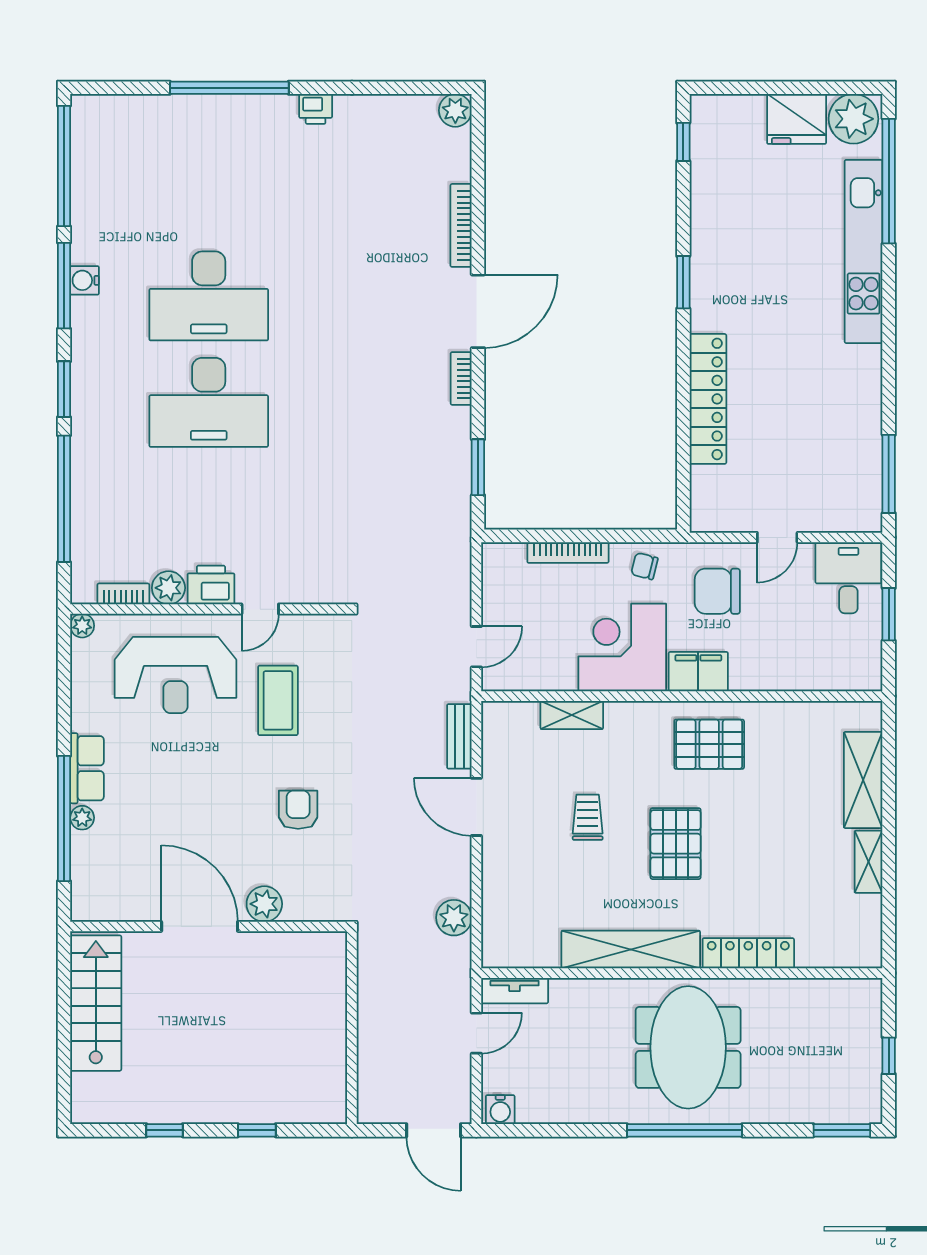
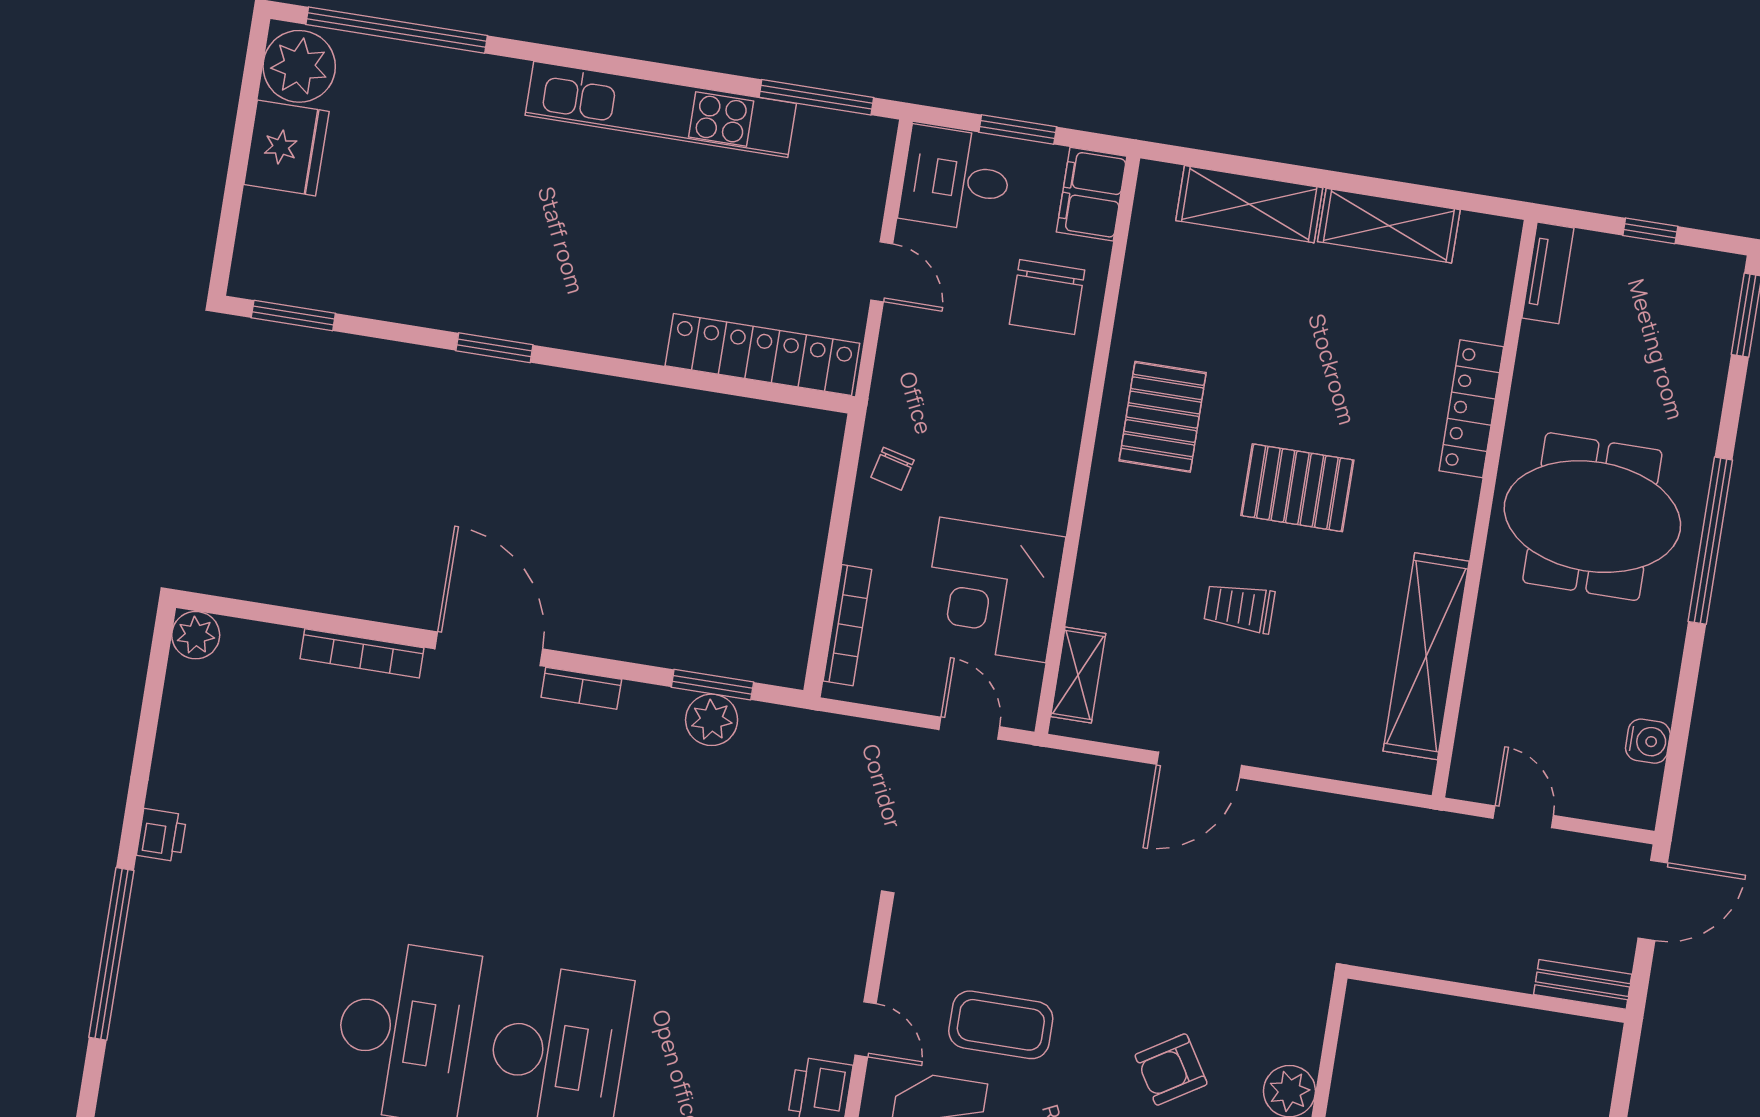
window: (683, 142) -> (293, 316), width x1.50
kitchen unit: (864, 251) -> (661, 109), moved
locker: (708, 399) -> (762, 355), moved
bookcase: (568, 553) -> (847, 625), moved
chair: (717, 591) -> (1047, 297), moved
corner desk: (622, 648) -> (993, 590), moved
filing cabinet: (698, 672) -> (1092, 194), moved
shelving: (572, 715) -> (1078, 675), moved
bench: (459, 736) -> (1583, 984), moved
armchair: (298, 810) -> (1171, 1069), moved, turned -32
shelving: (869, 862) -> (1389, 226), width x1.50, depth x1.33
plant: (454, 918) -> (712, 720), moved
shelving: (631, 950) -> (1426, 656), moved
tv unit: (515, 991) -> (1548, 273), moved
water cooler: (500, 1110) -> (1648, 741), moved

